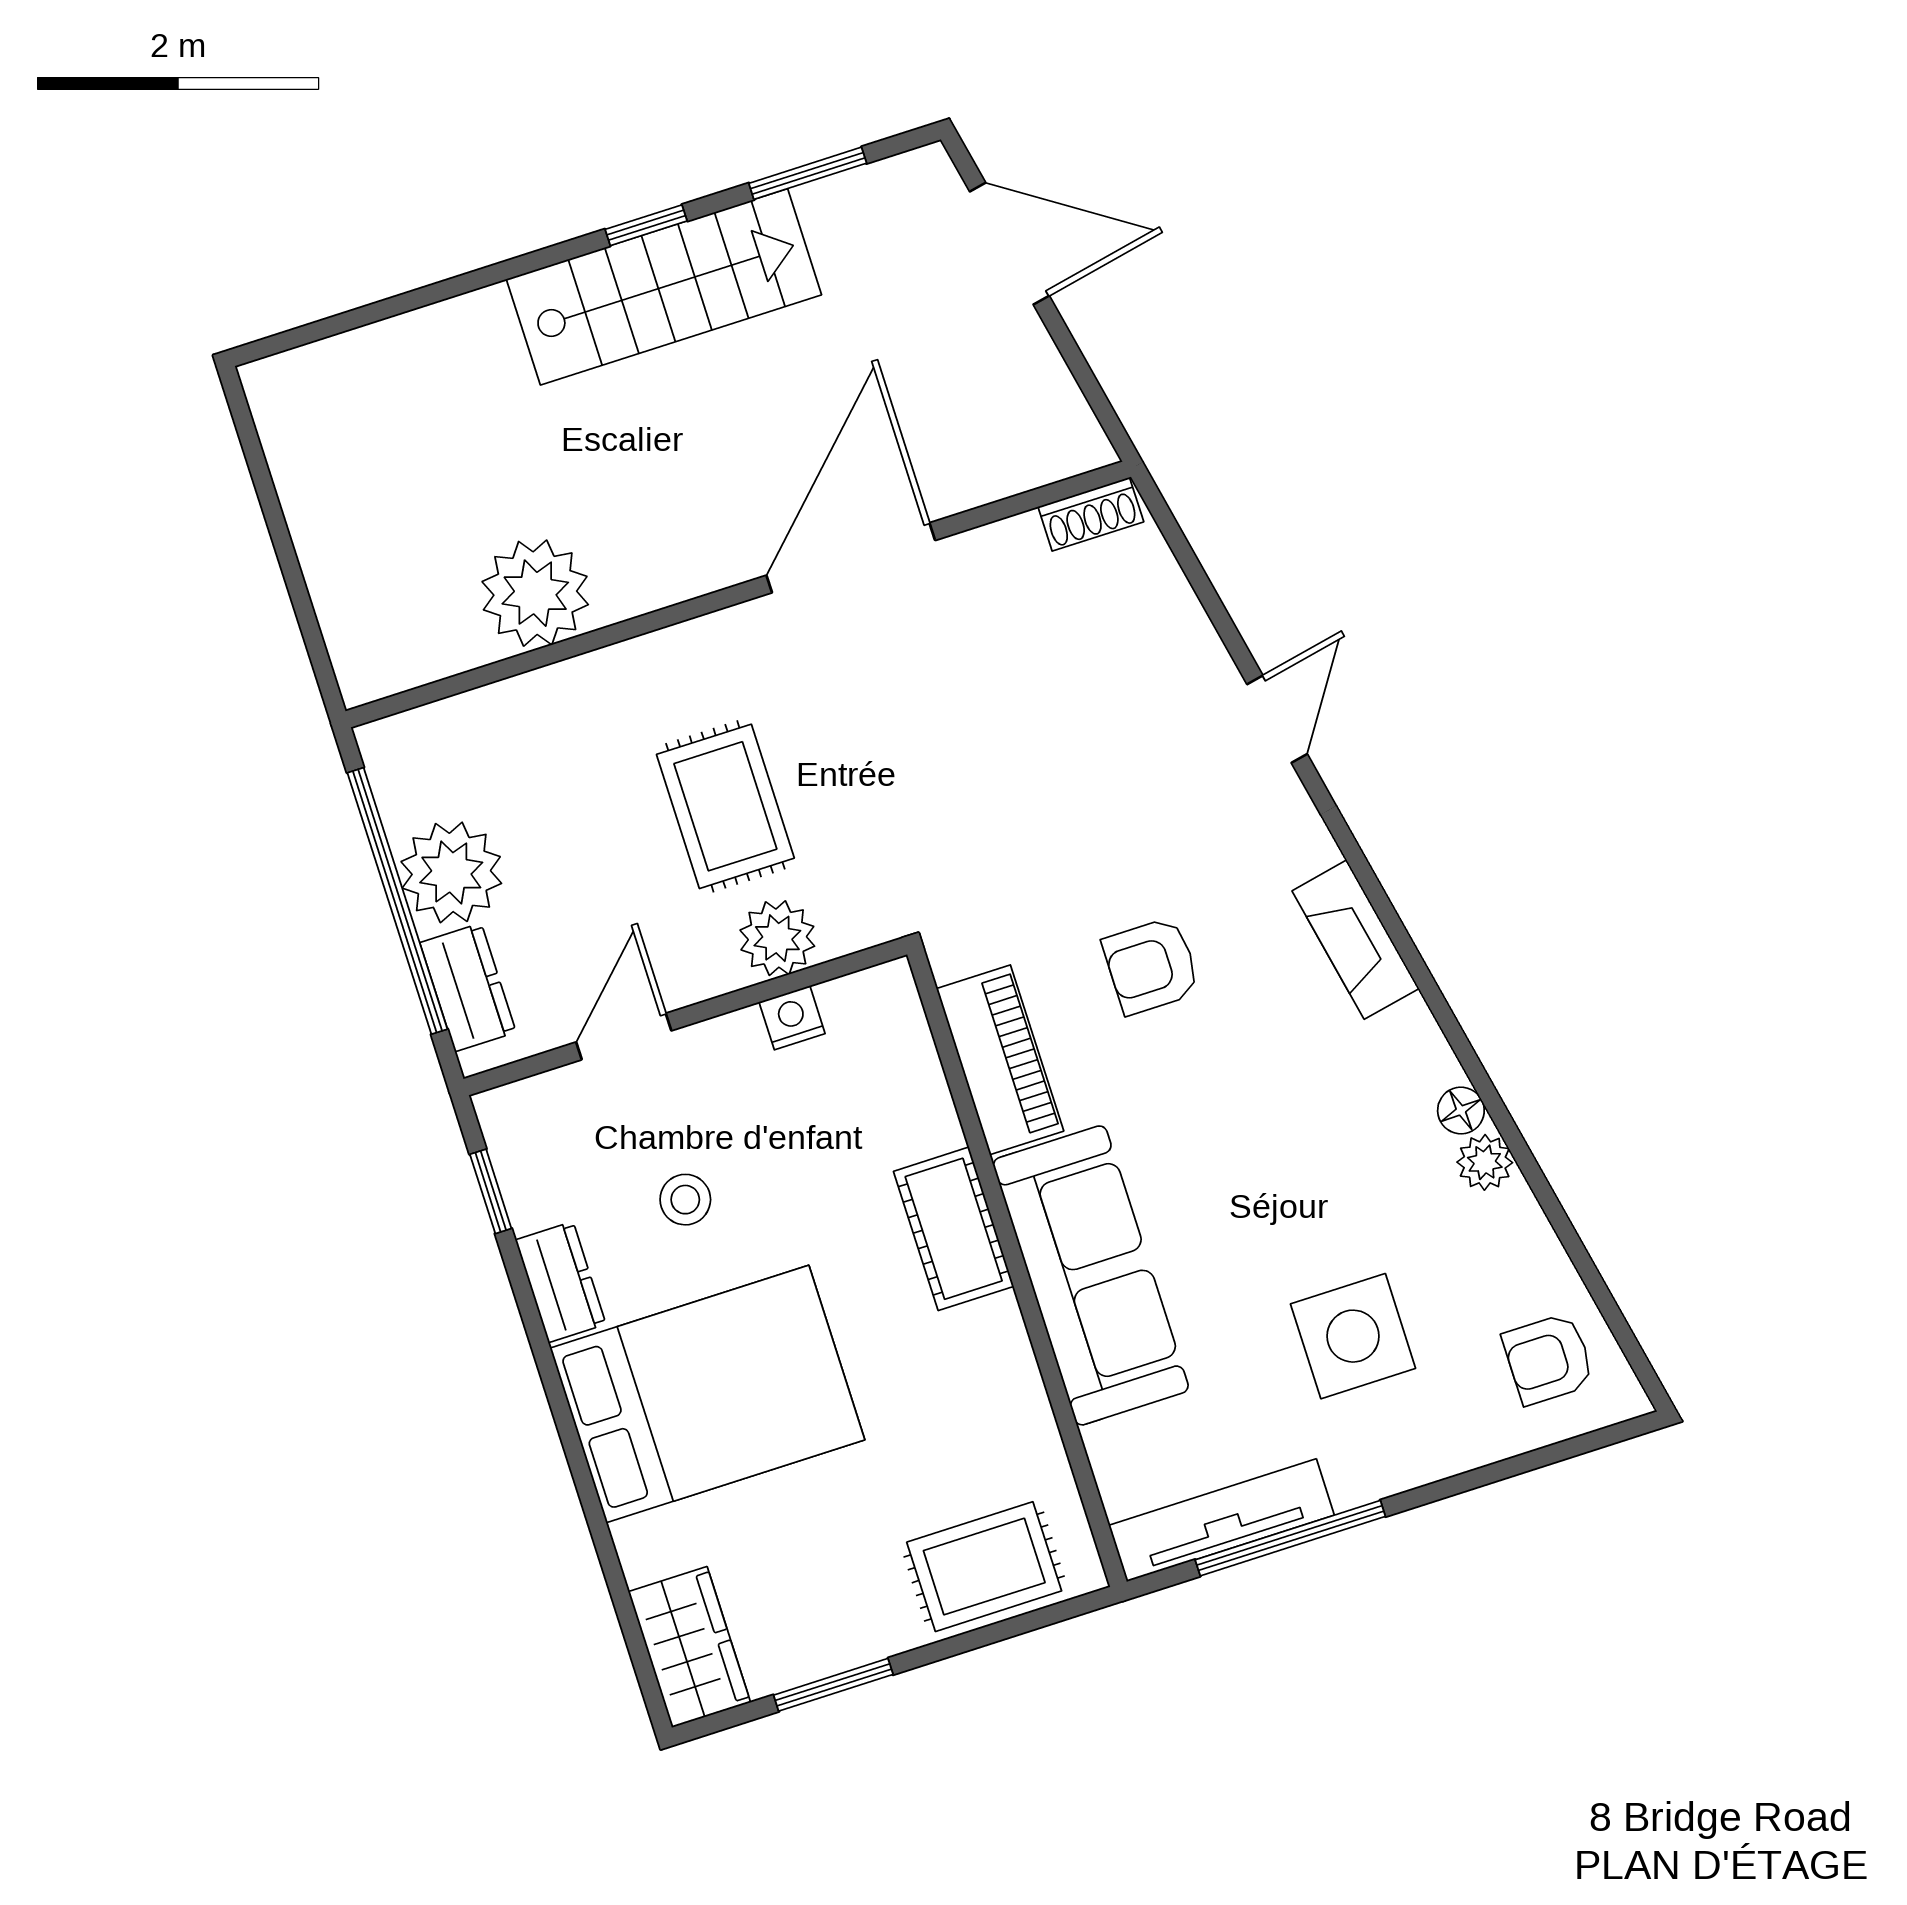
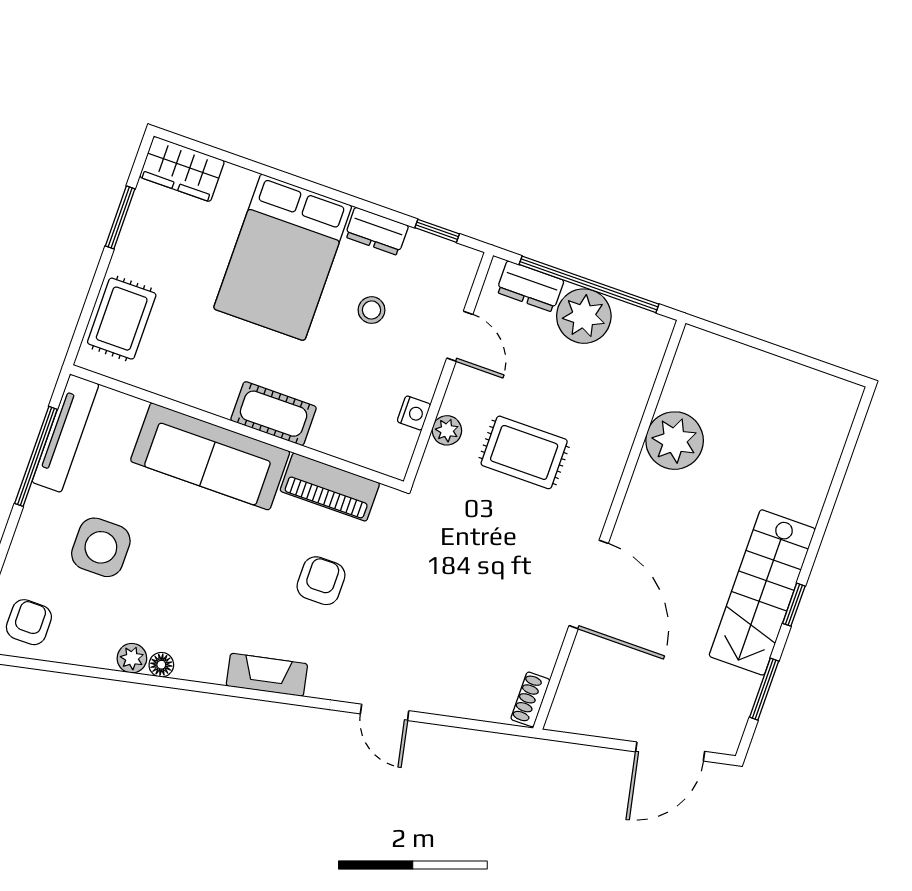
plant: (777, 938) -> (447, 430), width x0.73, depth x0.73

